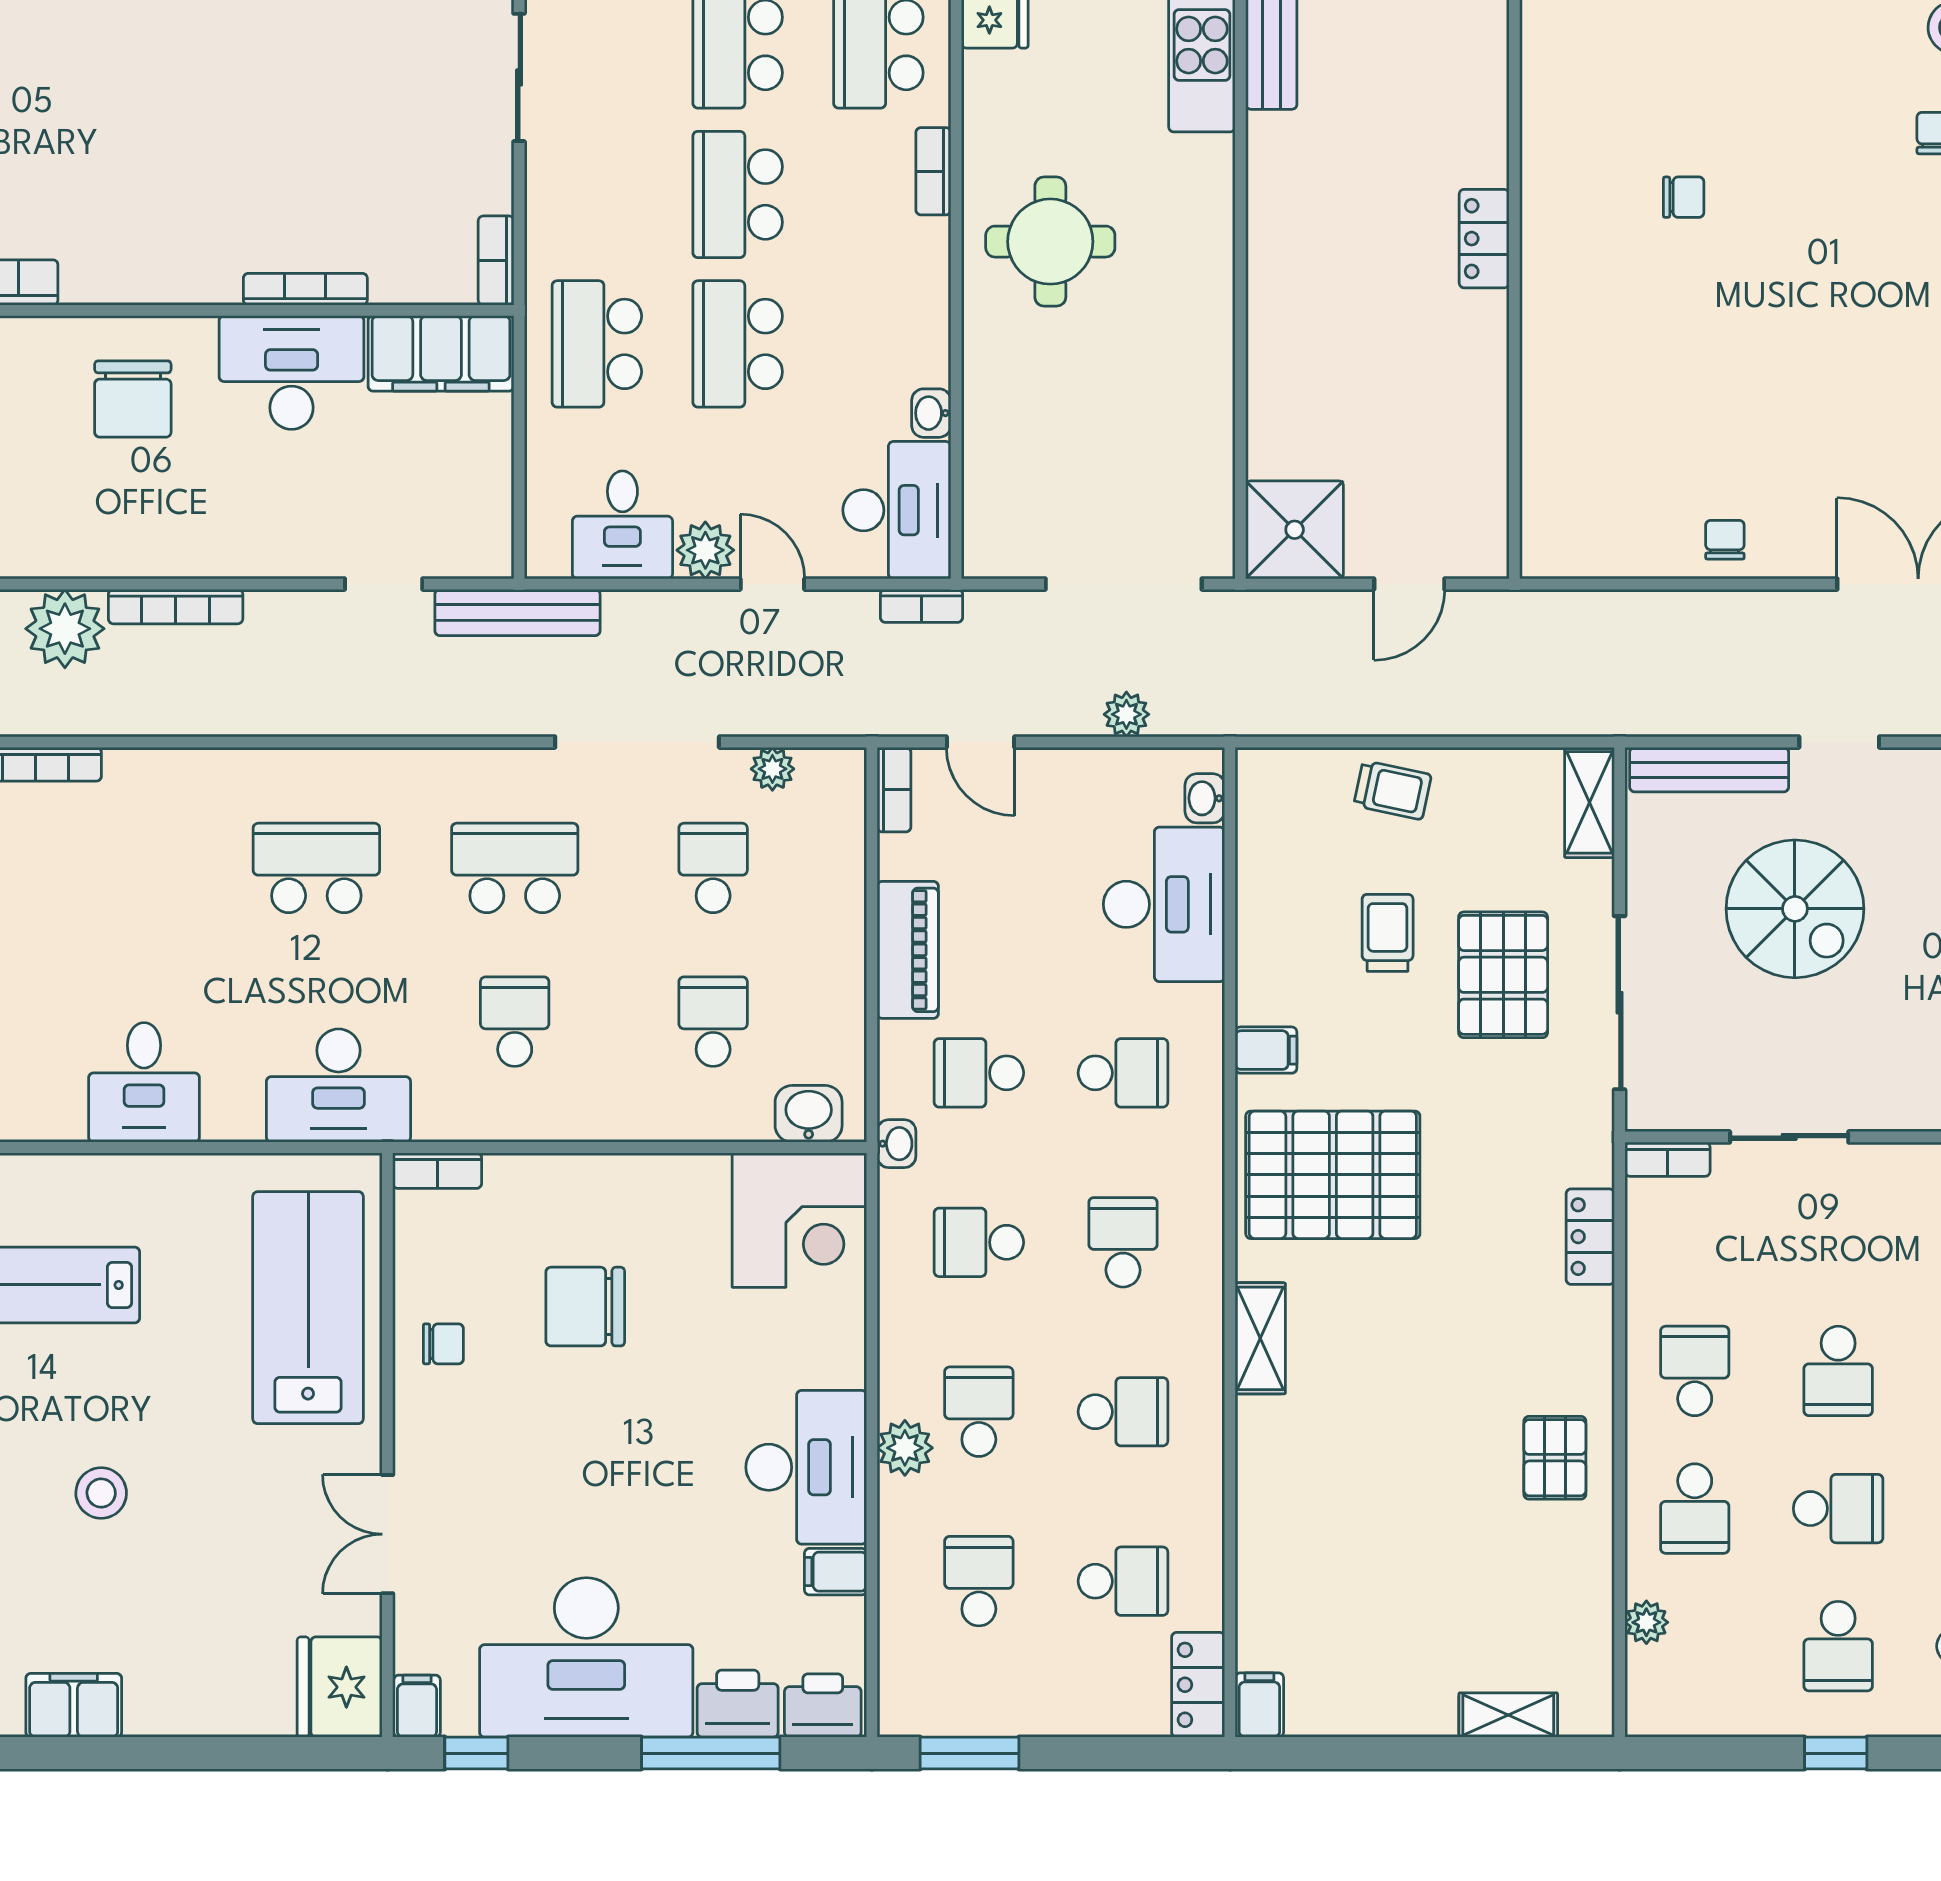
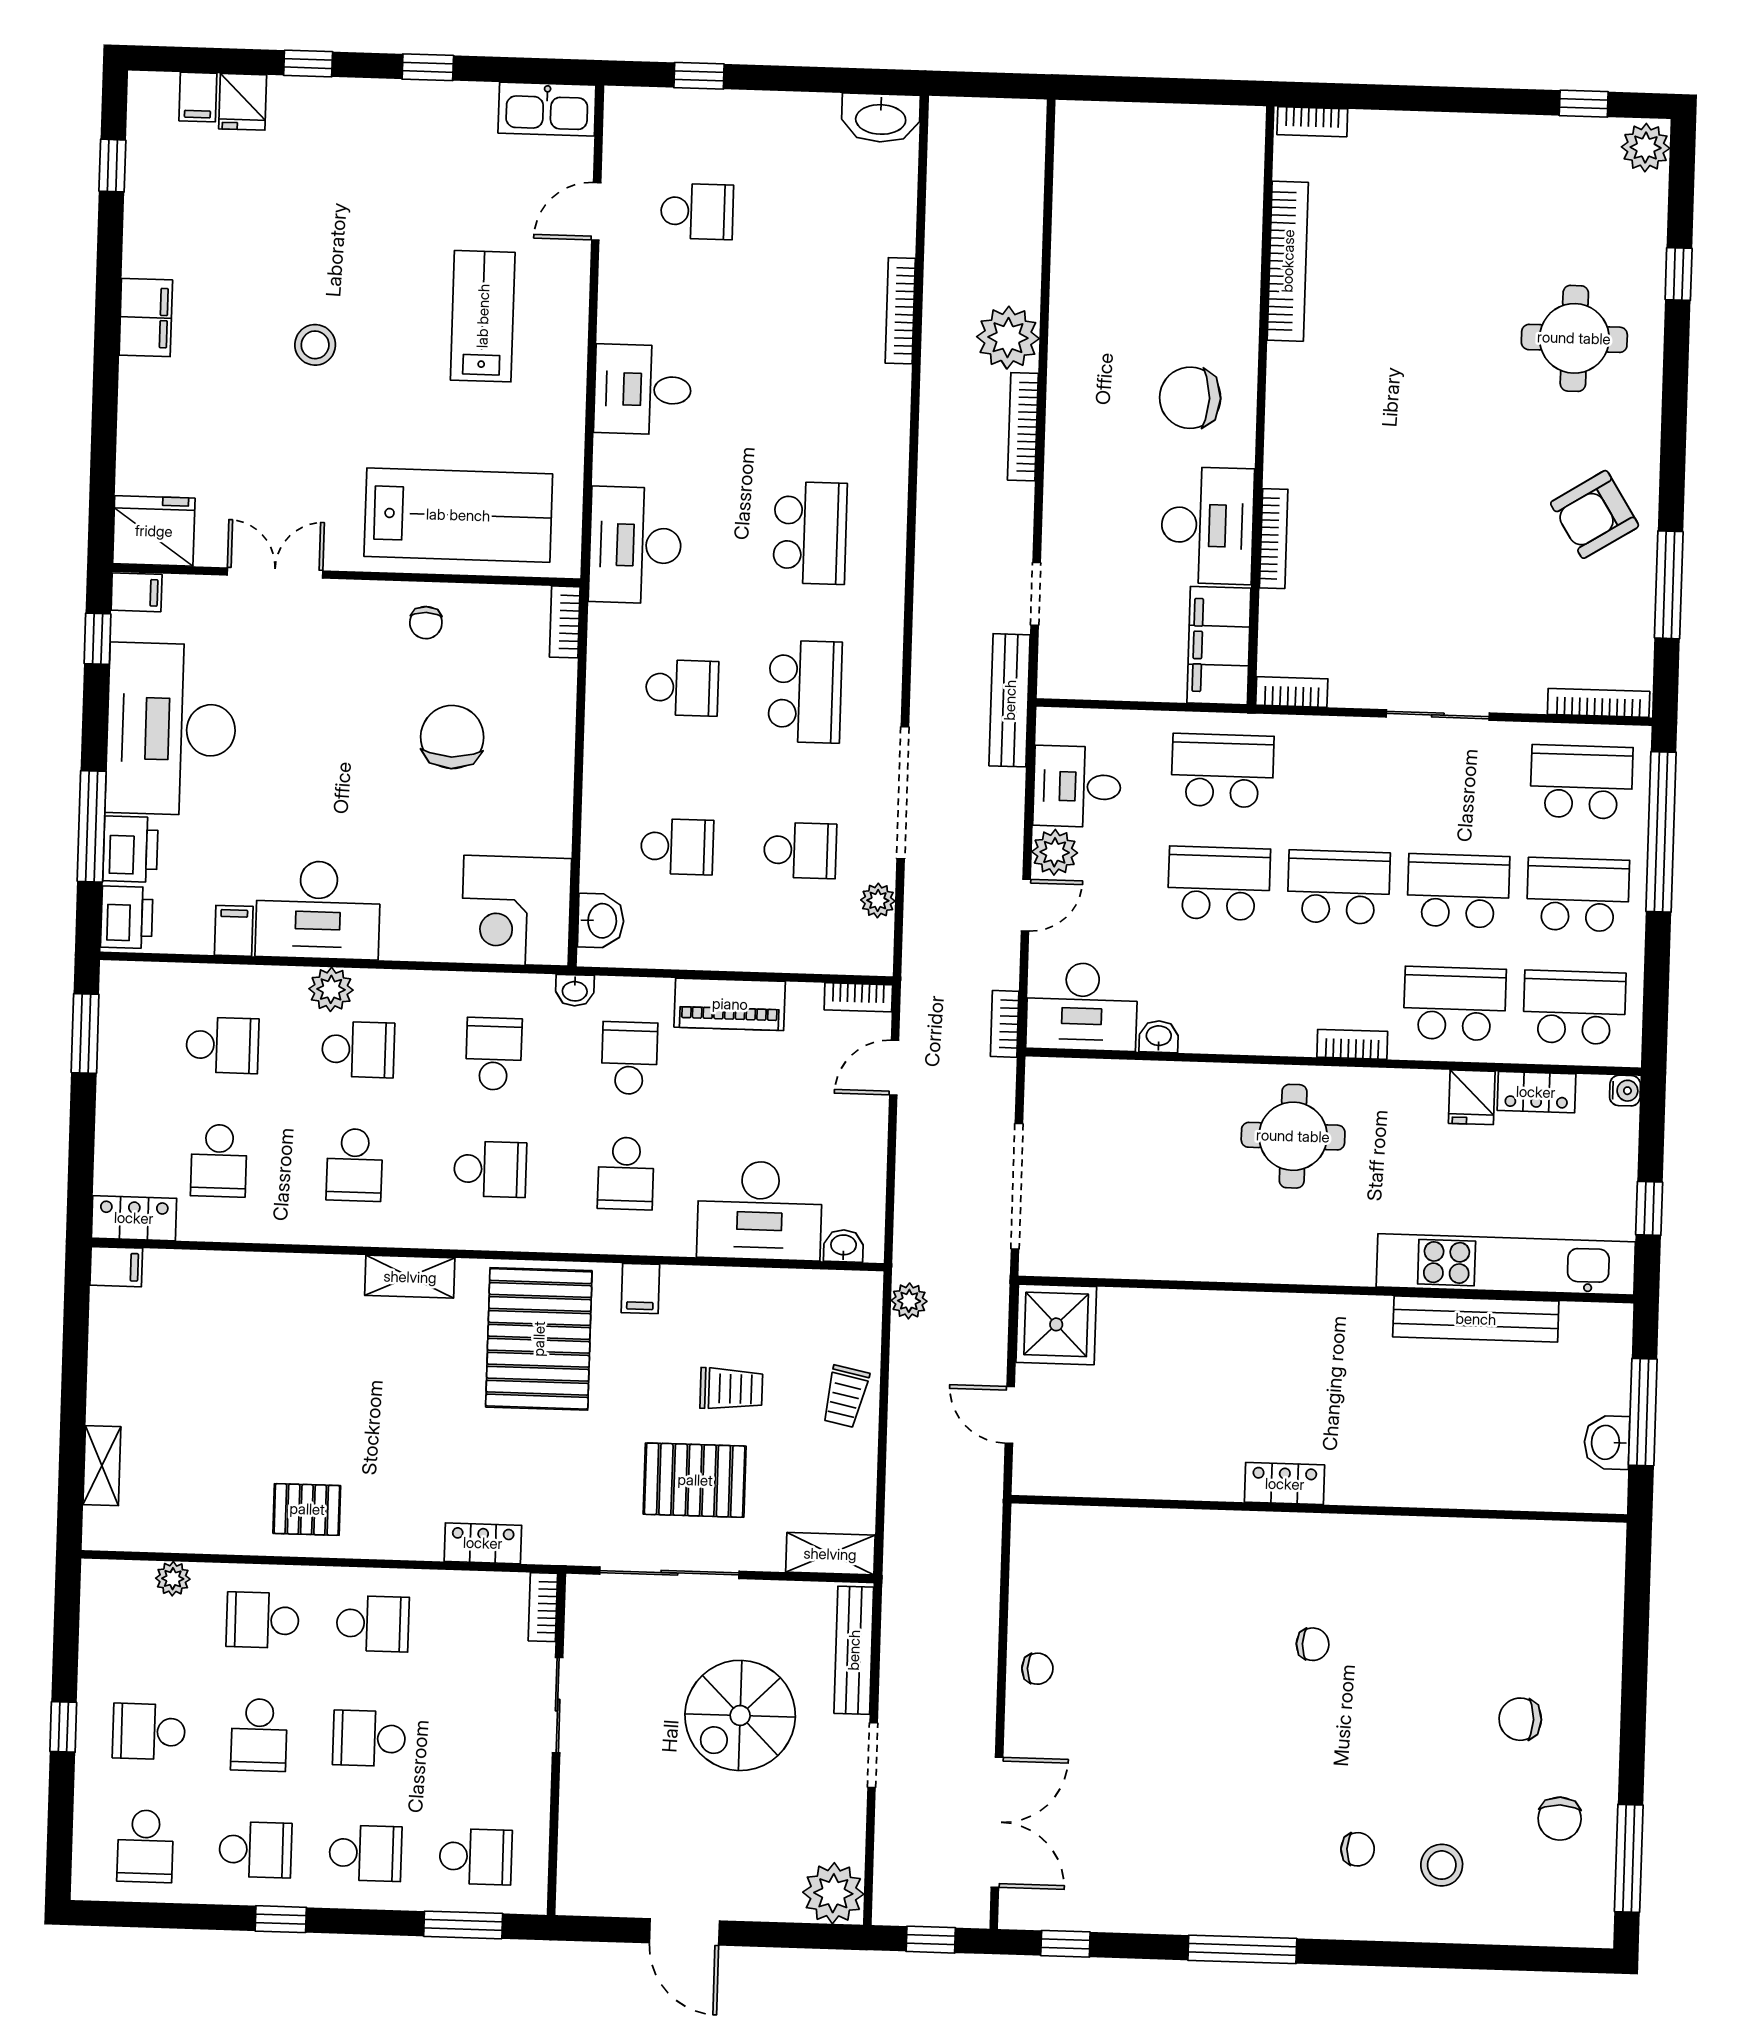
chair: (1684, 197) -> (1313, 1644), turned -90
plant: (1126, 714) -> (909, 1301), moved

